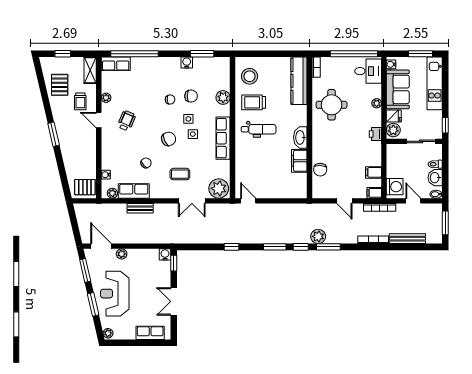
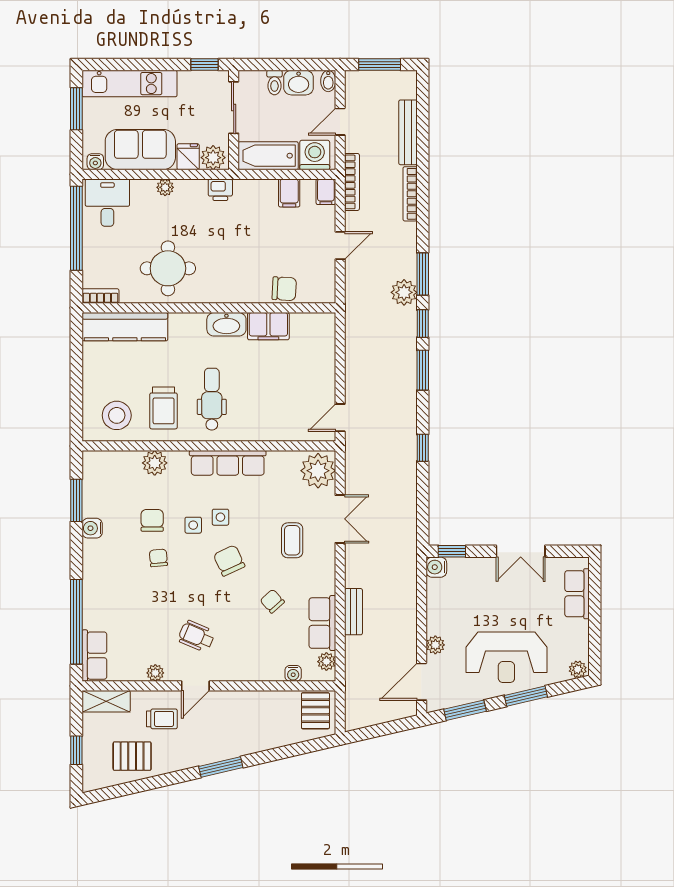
bathtub: (394, 161) -> (268, 156), added

